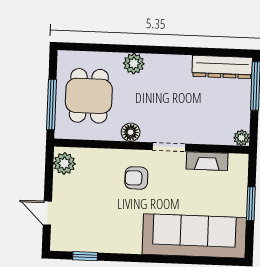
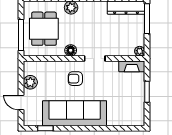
fireplace: (207, 161) -> (132, 66), moved
plant: (64, 163) -> (30, 82), moved
sofa: (194, 236) -> (75, 113), moved

